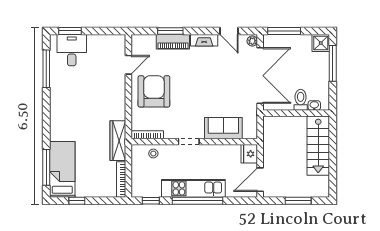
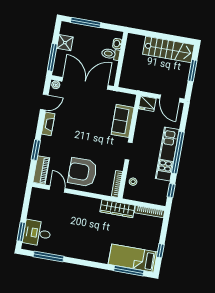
piano: (173, 42) -> (41, 170), moved
shower: (321, 43) -> (65, 43), moved
stairs: (318, 146) -> (168, 49), moved

